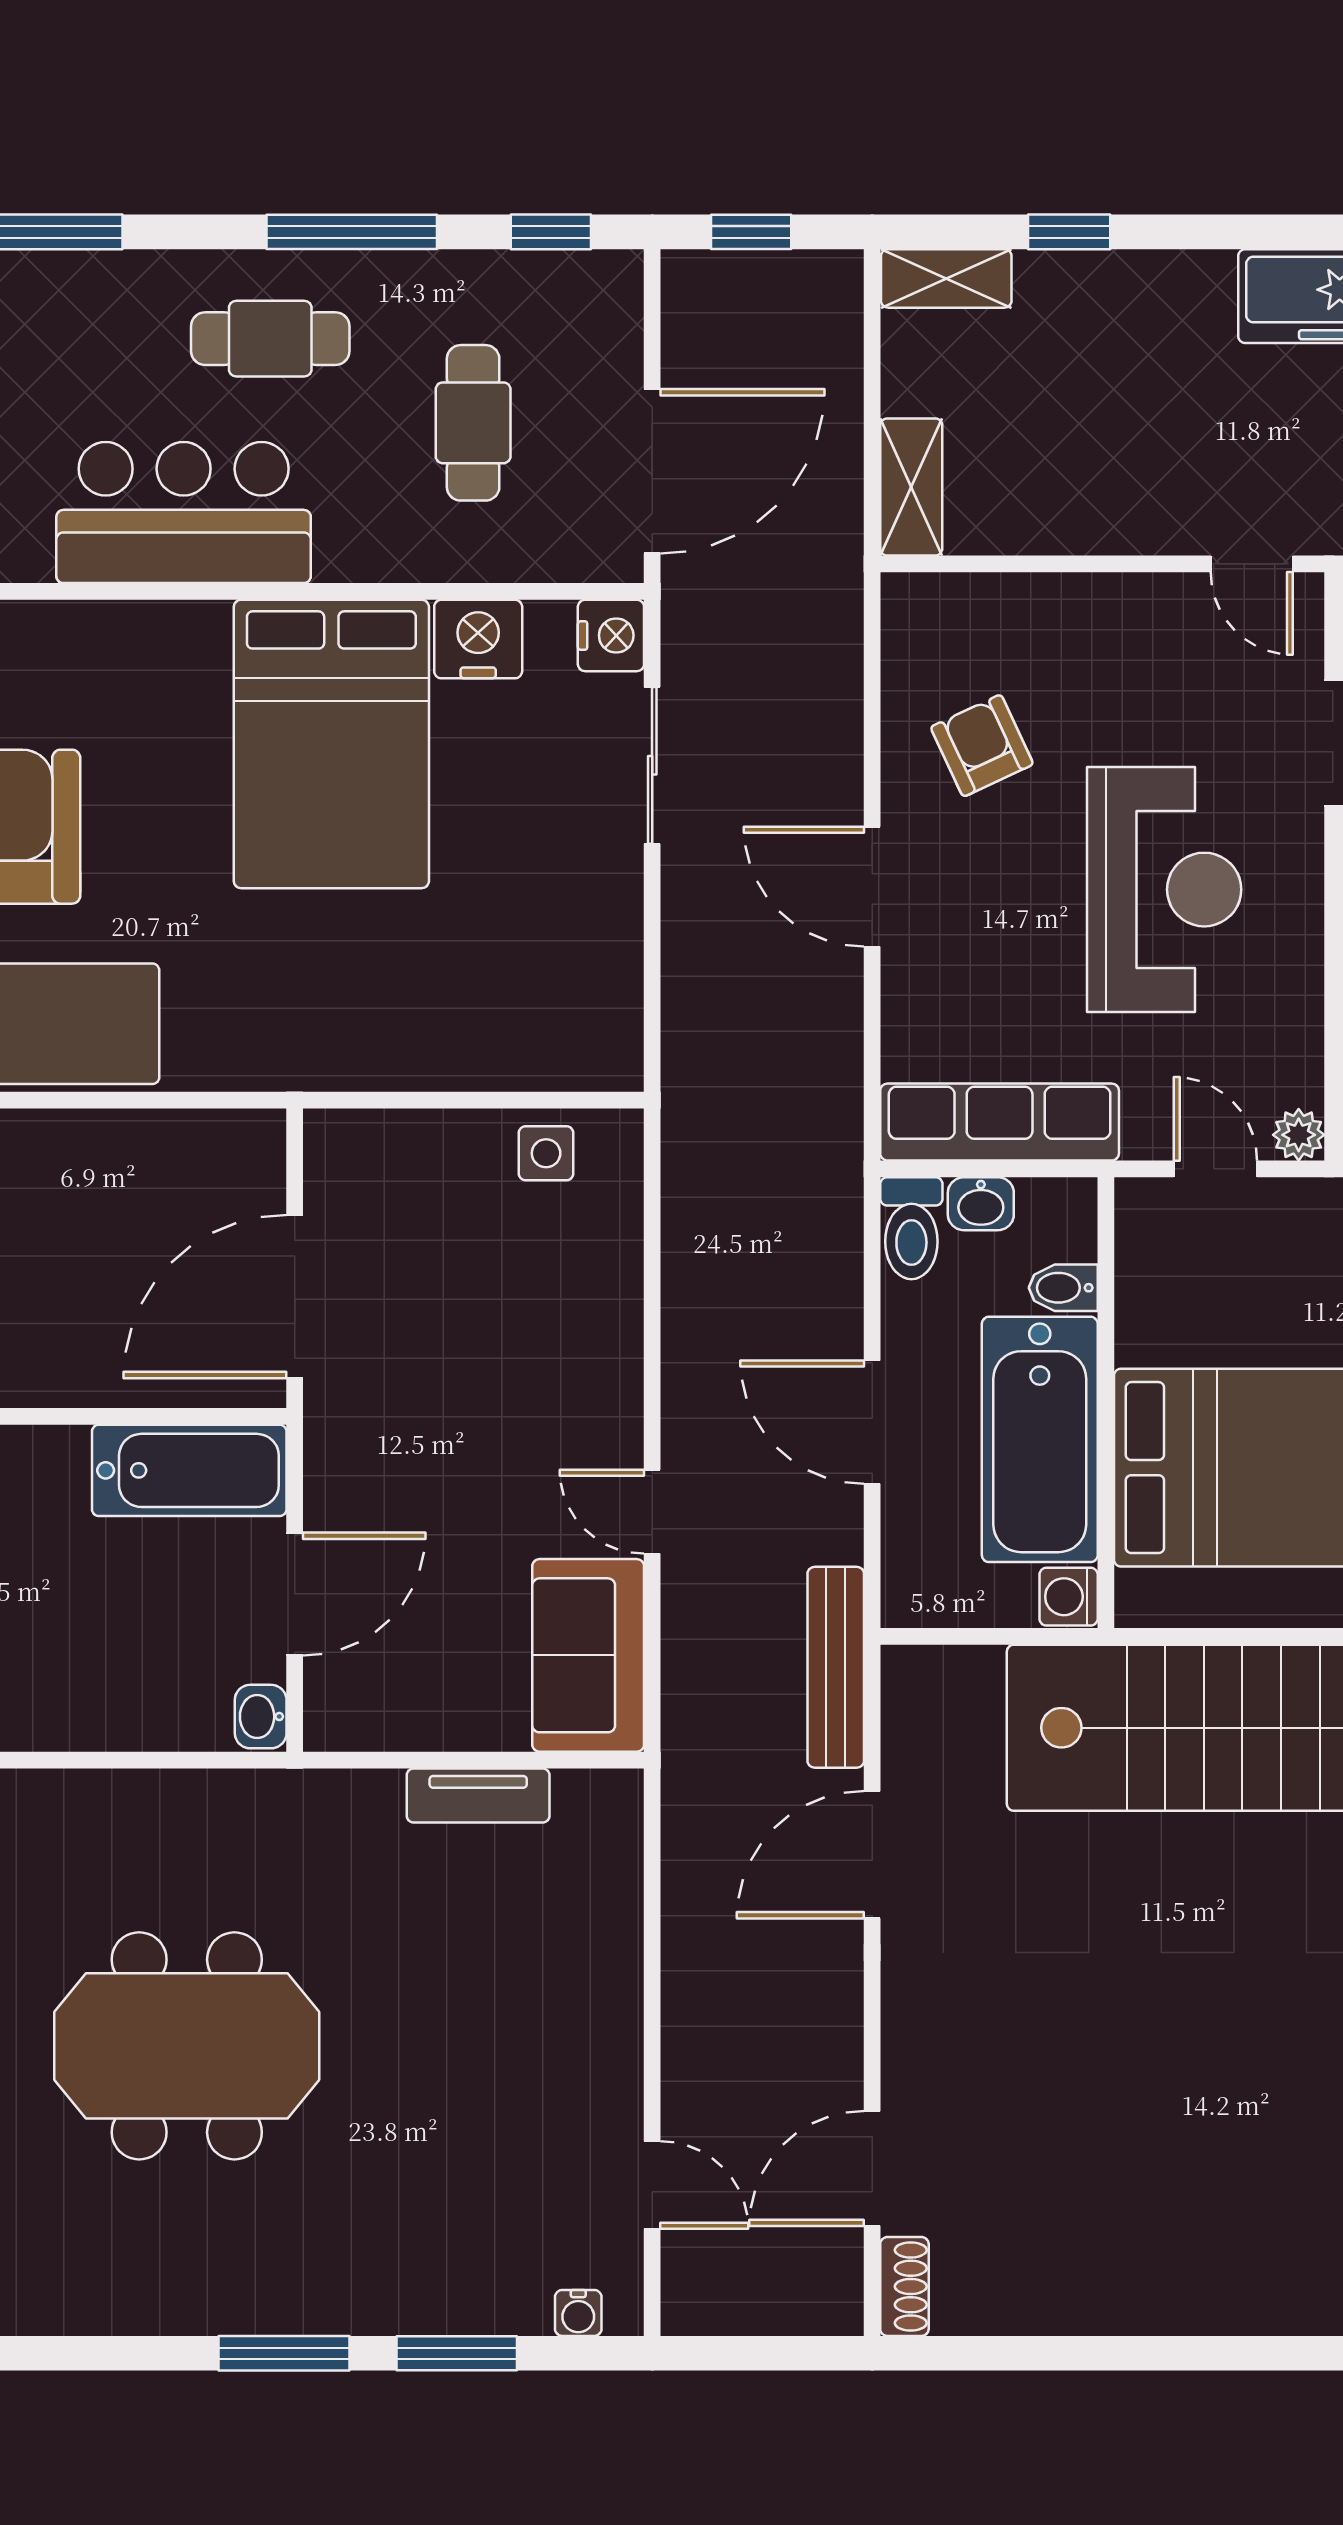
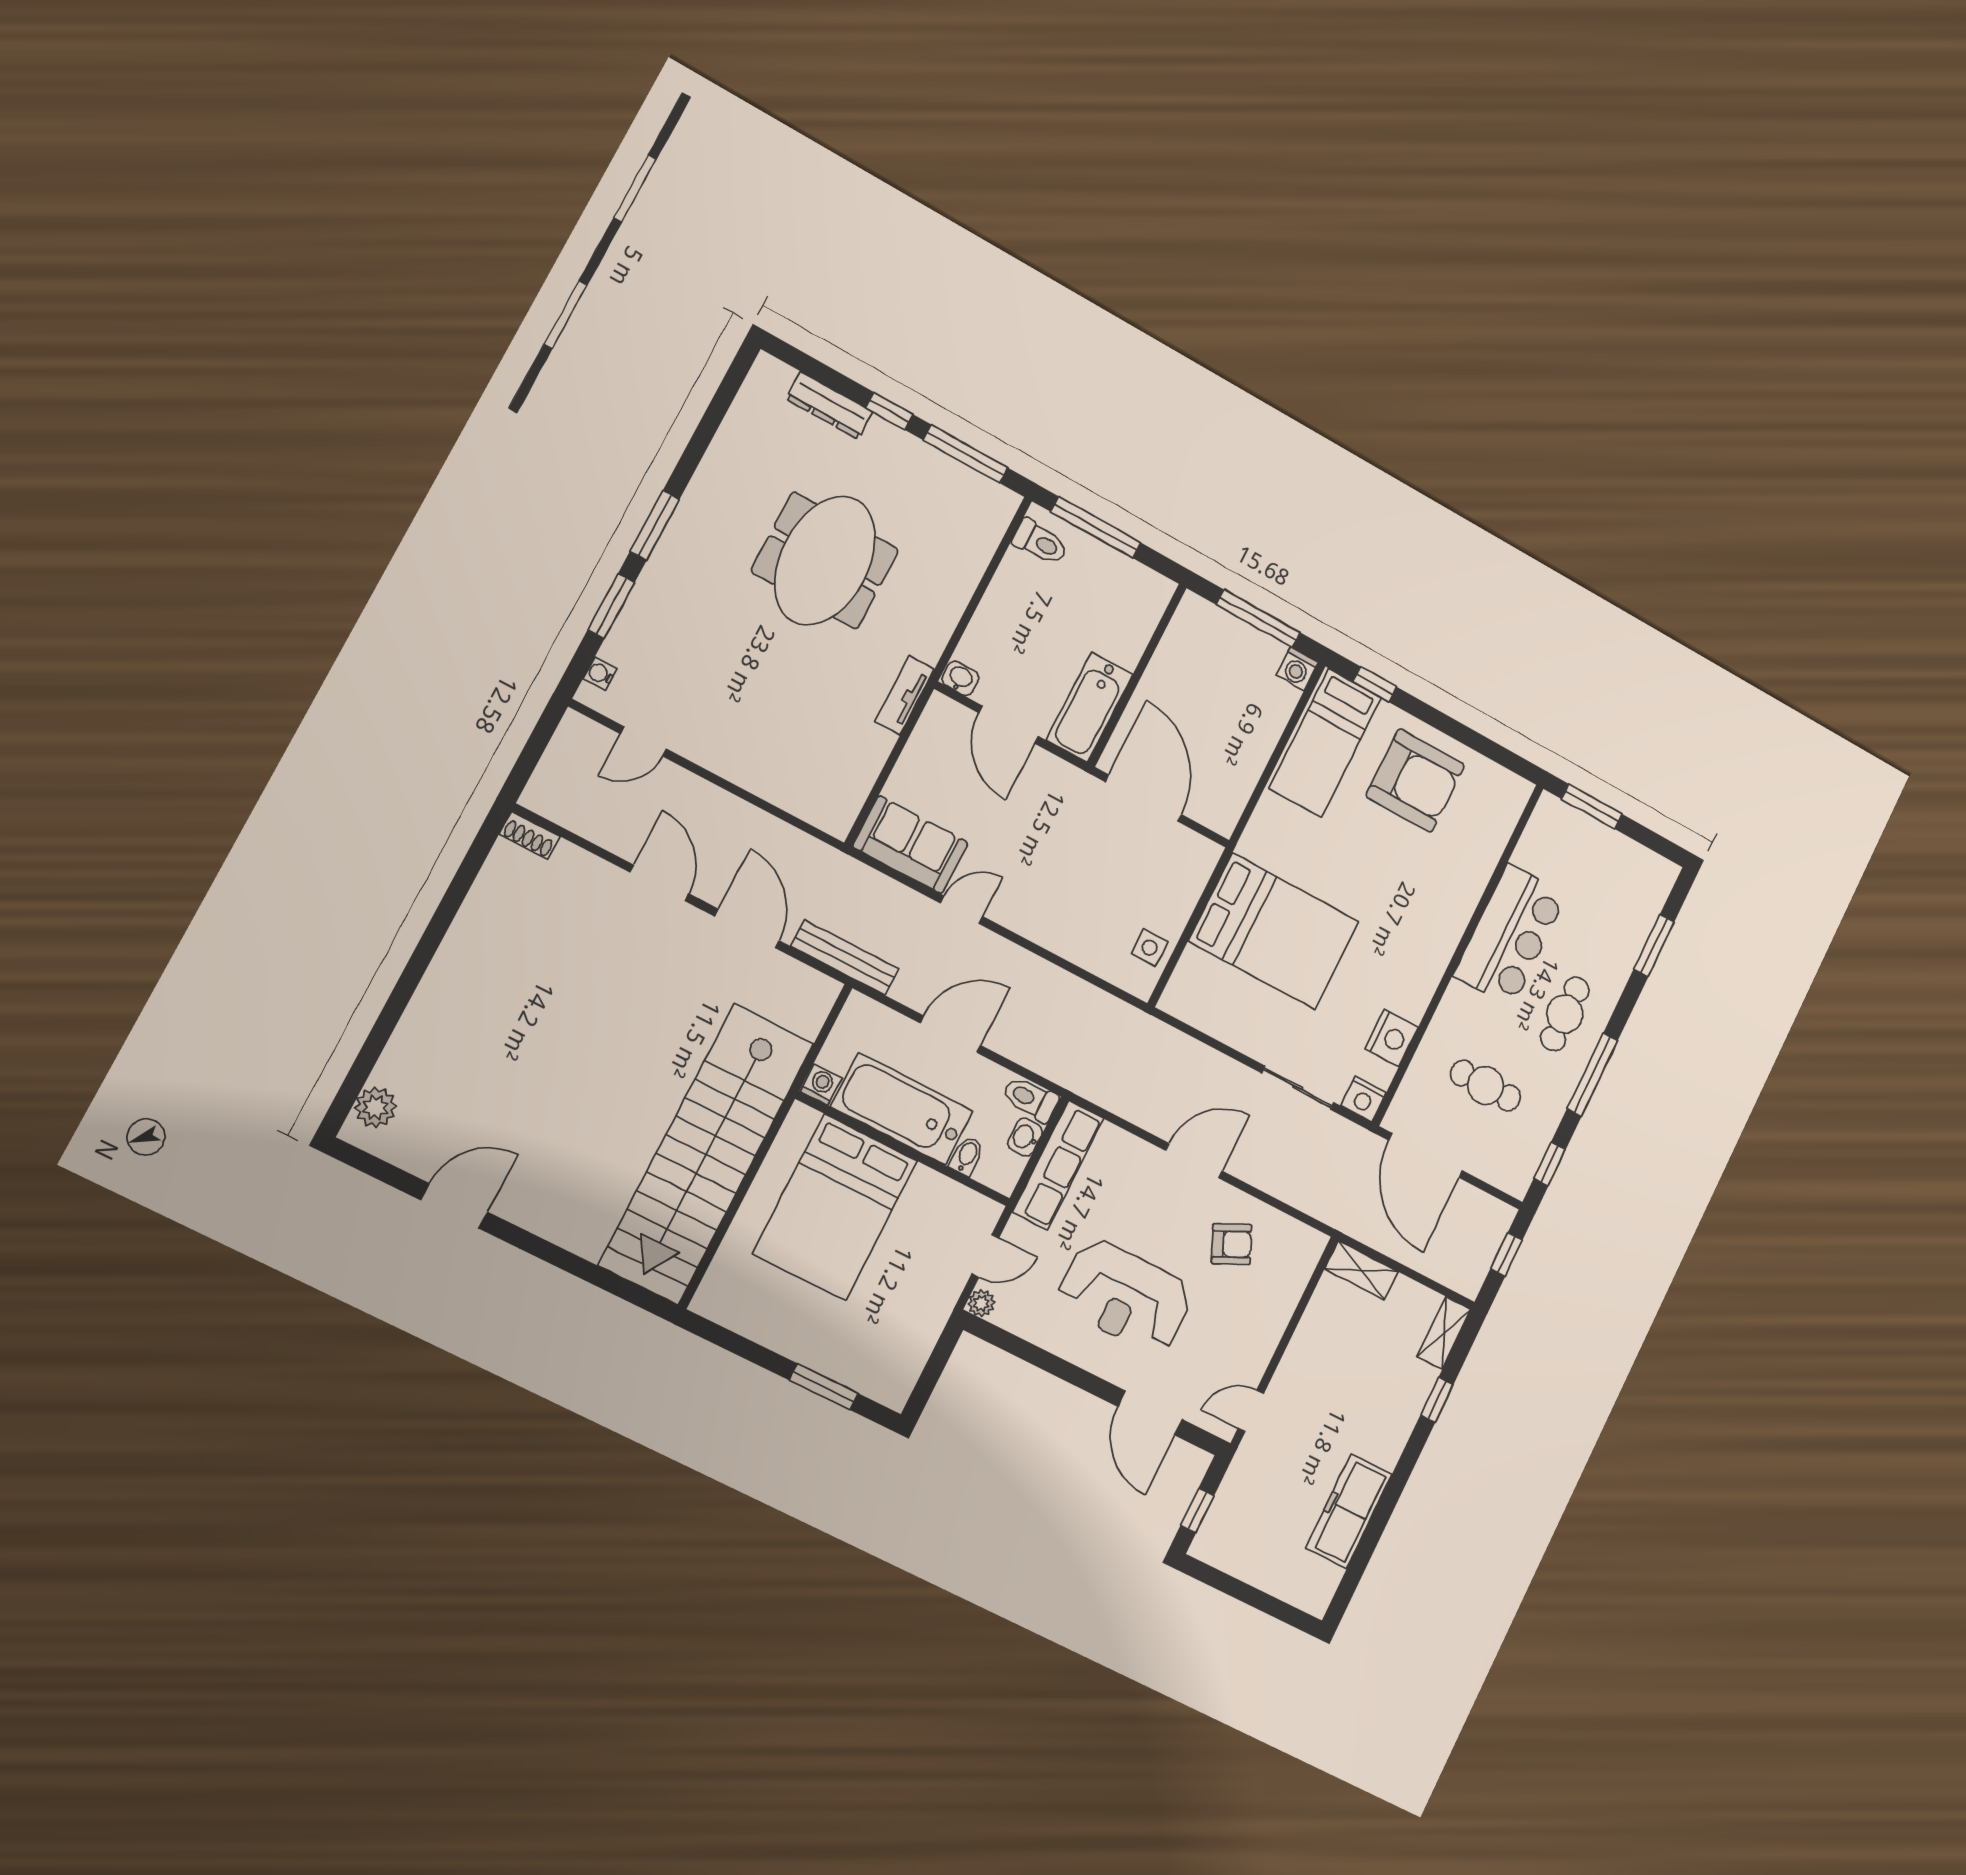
bed: (331, 744) -> (1274, 931), moved, turned 180
tv unit: (478, 1795) -> (905, 695), moved
door: (872, 2169) -> (659, 883), moved

